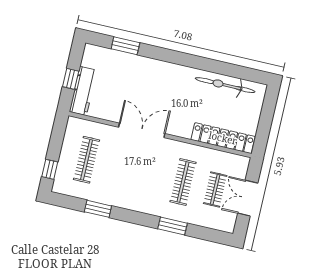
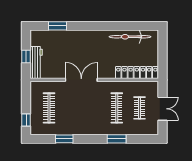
double door: (248, 198) -> (163, 109), swing flipped

